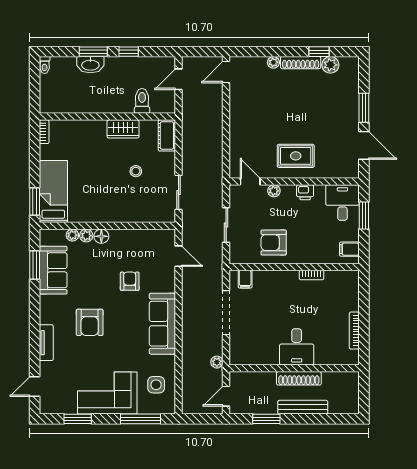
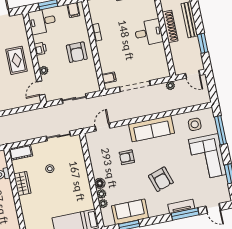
armchair: (274, 243) -> (77, 52), moved
armchair: (90, 322) -> (161, 179), turned 72
window: (35, 346) -> (185, 214), added

